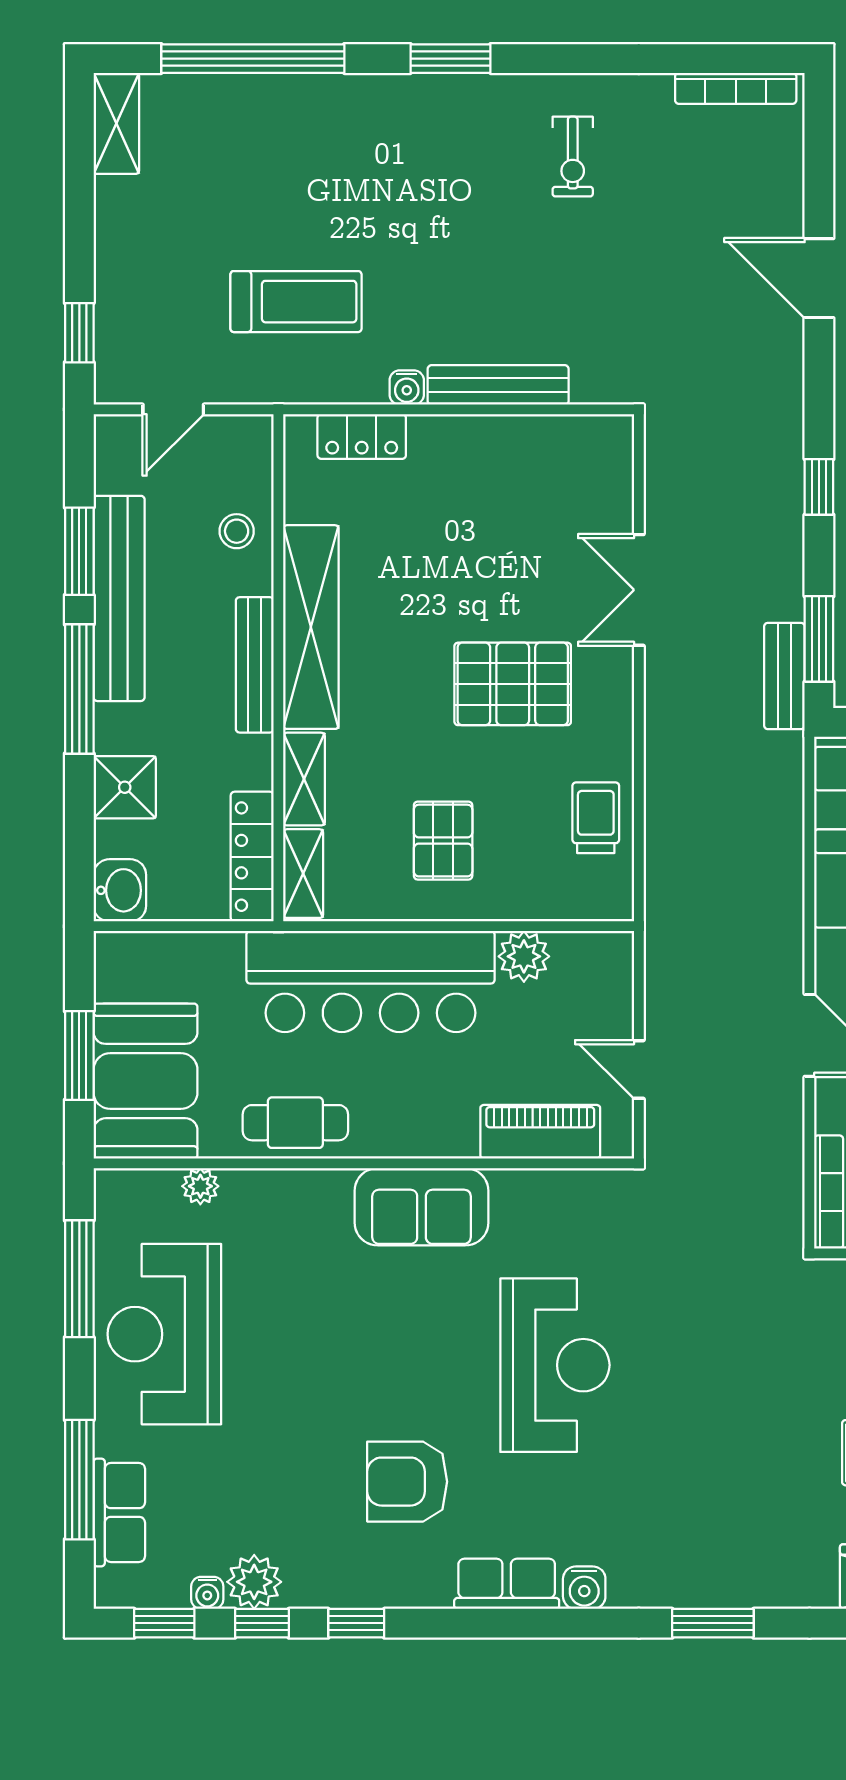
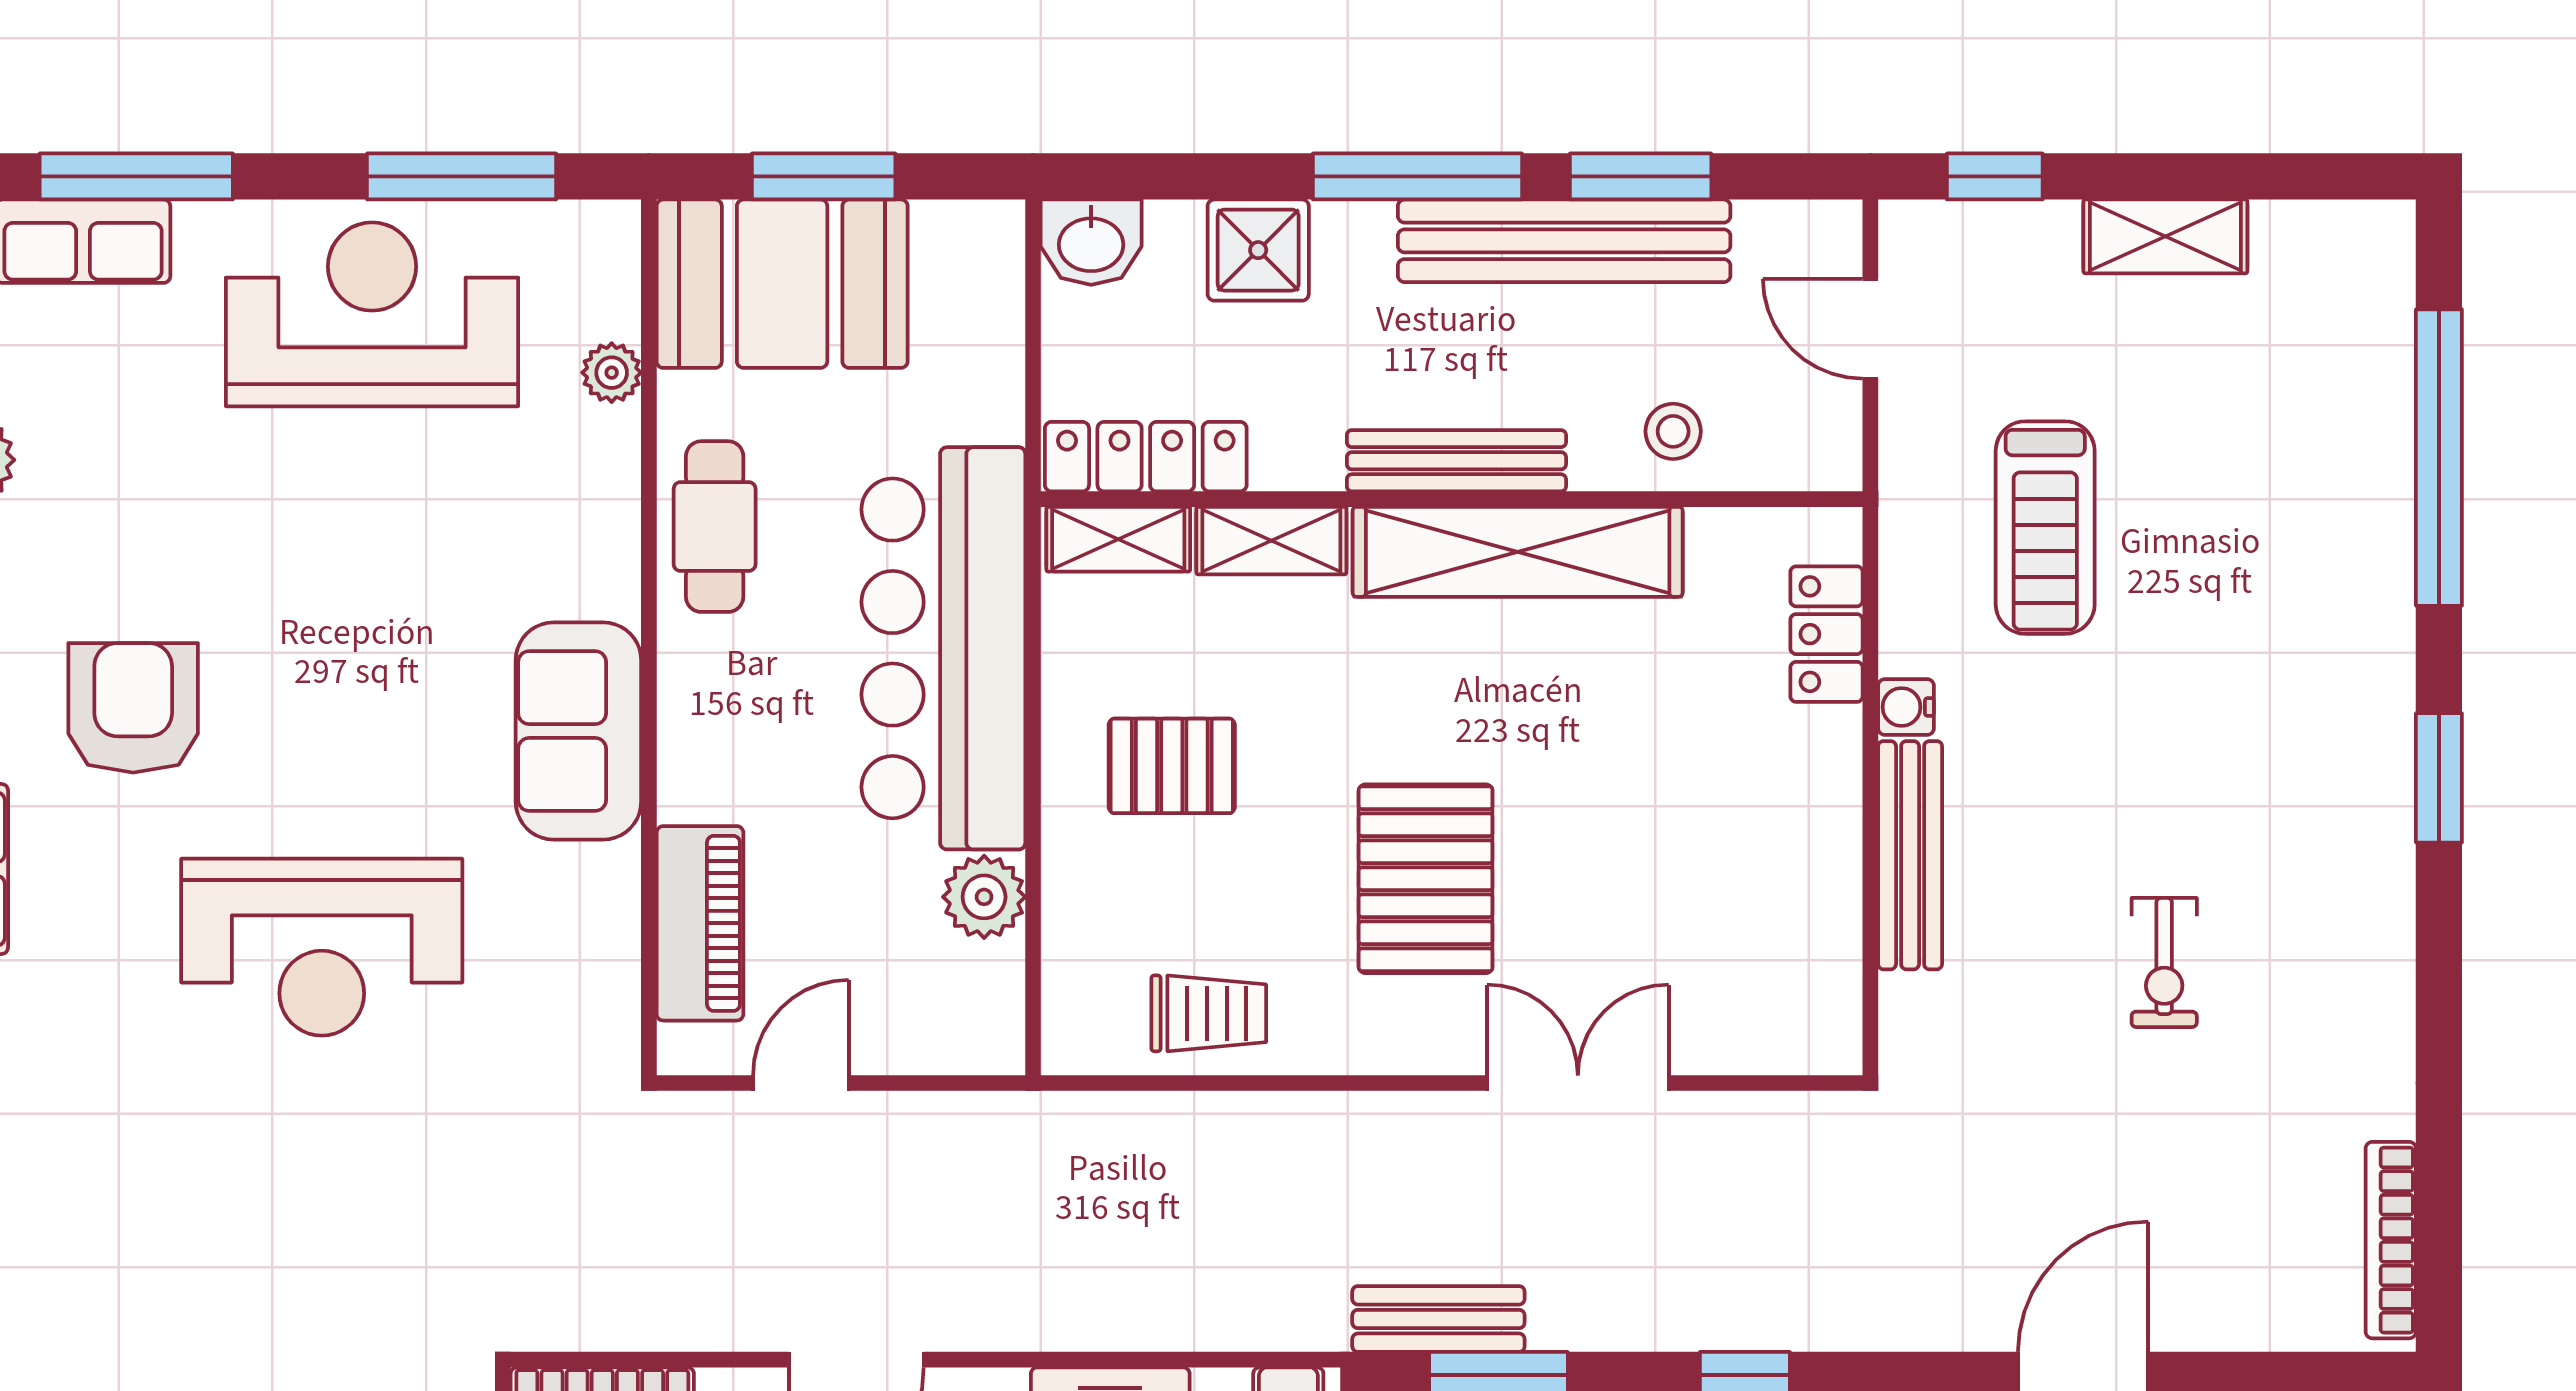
shelving: (116, 123) -> (2165, 236), moved
exercise bike: (573, 157) -> (2164, 962), moved, turned -90

